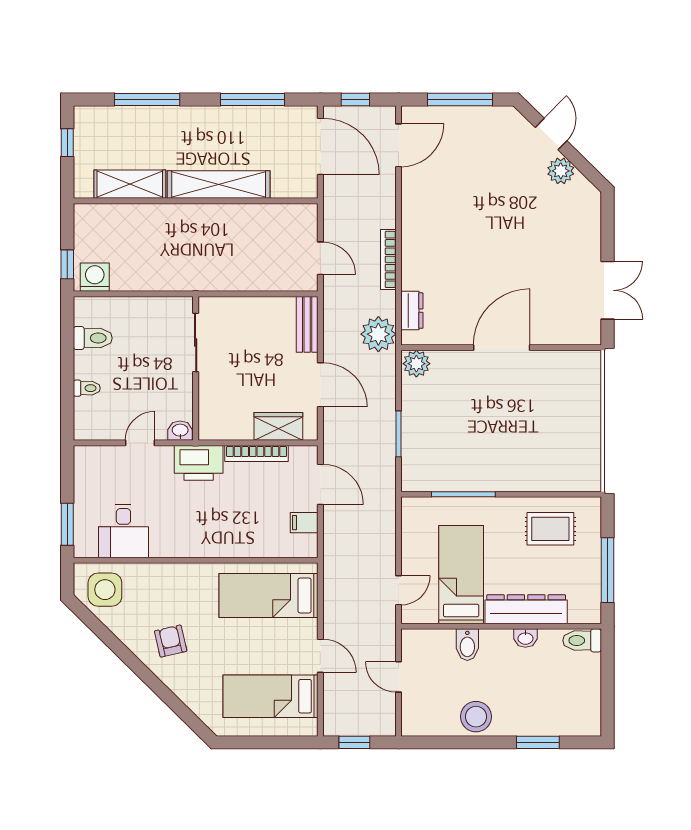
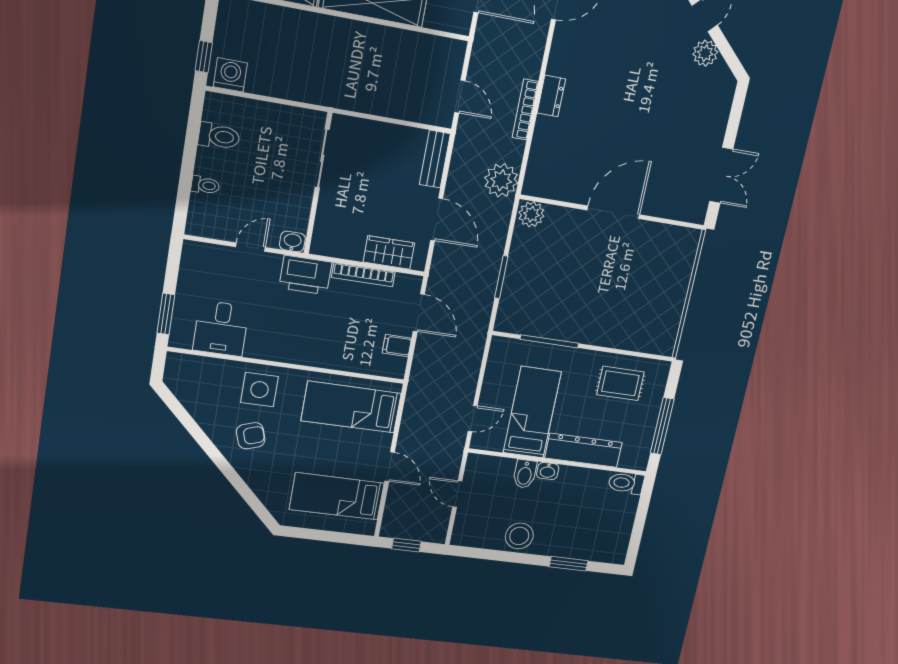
dresser: (412, 311) -> (551, 96), moved
side table: (105, 590) -> (259, 390), moved
washbasin: (525, 638) -> (548, 471), moved
armchair: (171, 641) -> (251, 436), turned 85

